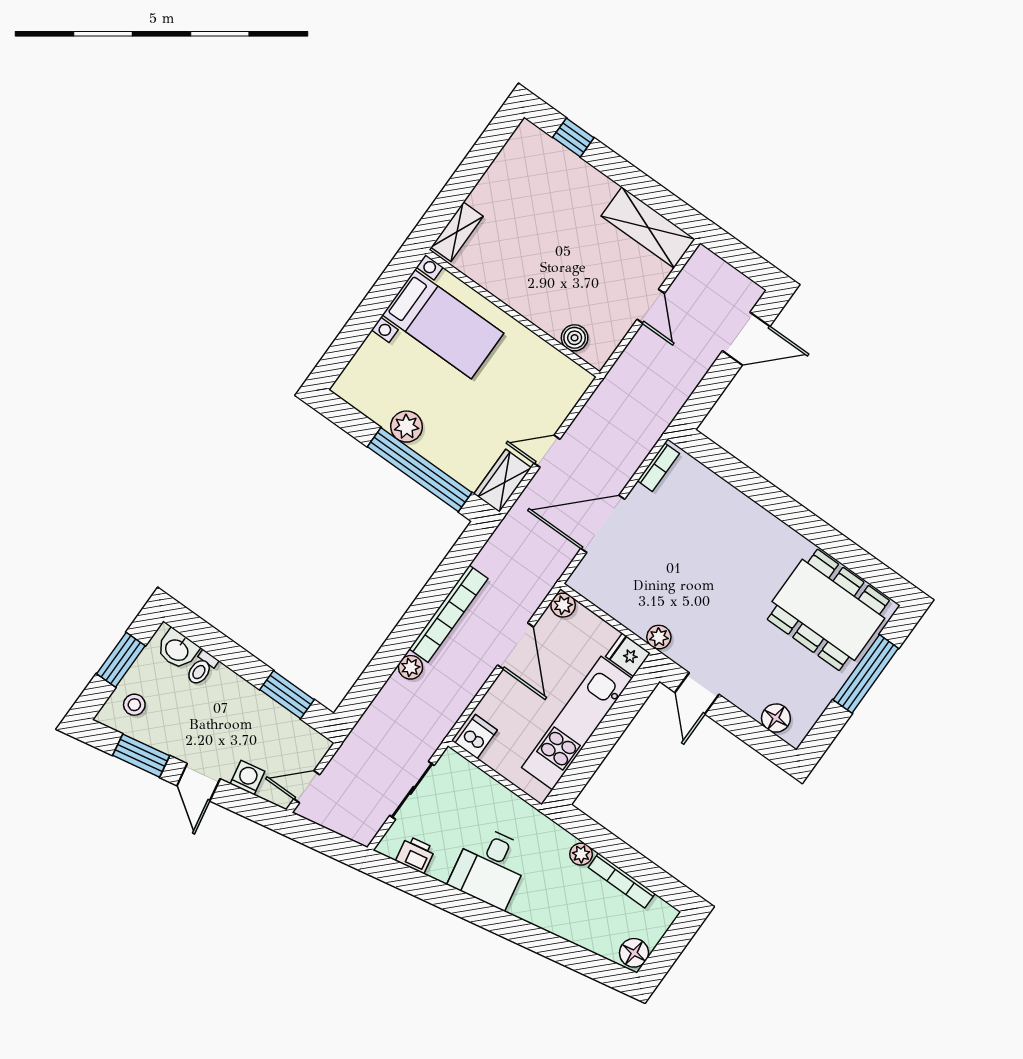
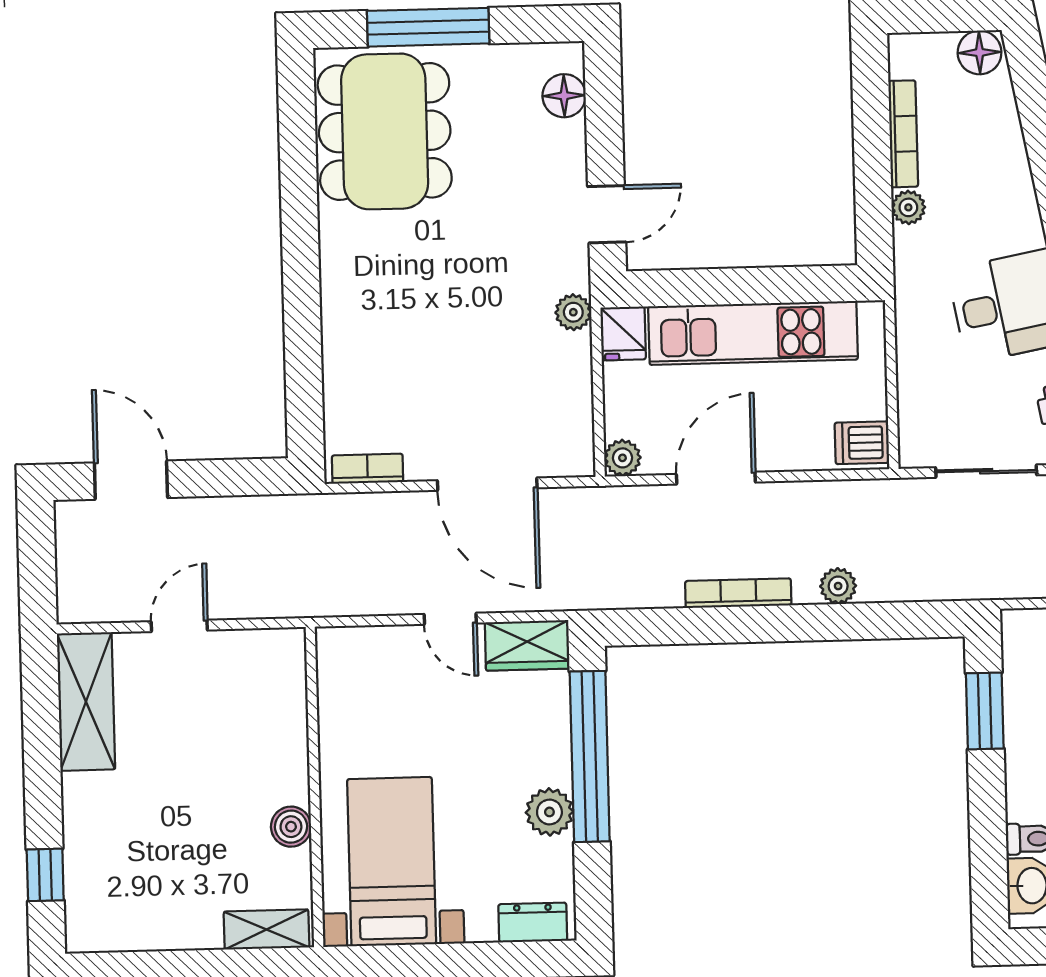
boiler: (575, 338) -> (291, 827), moved
dresser: (355, 374) -> (533, 922), added
bookcase: (449, 614) -> (738, 593), width x0.68, depth x0.76

